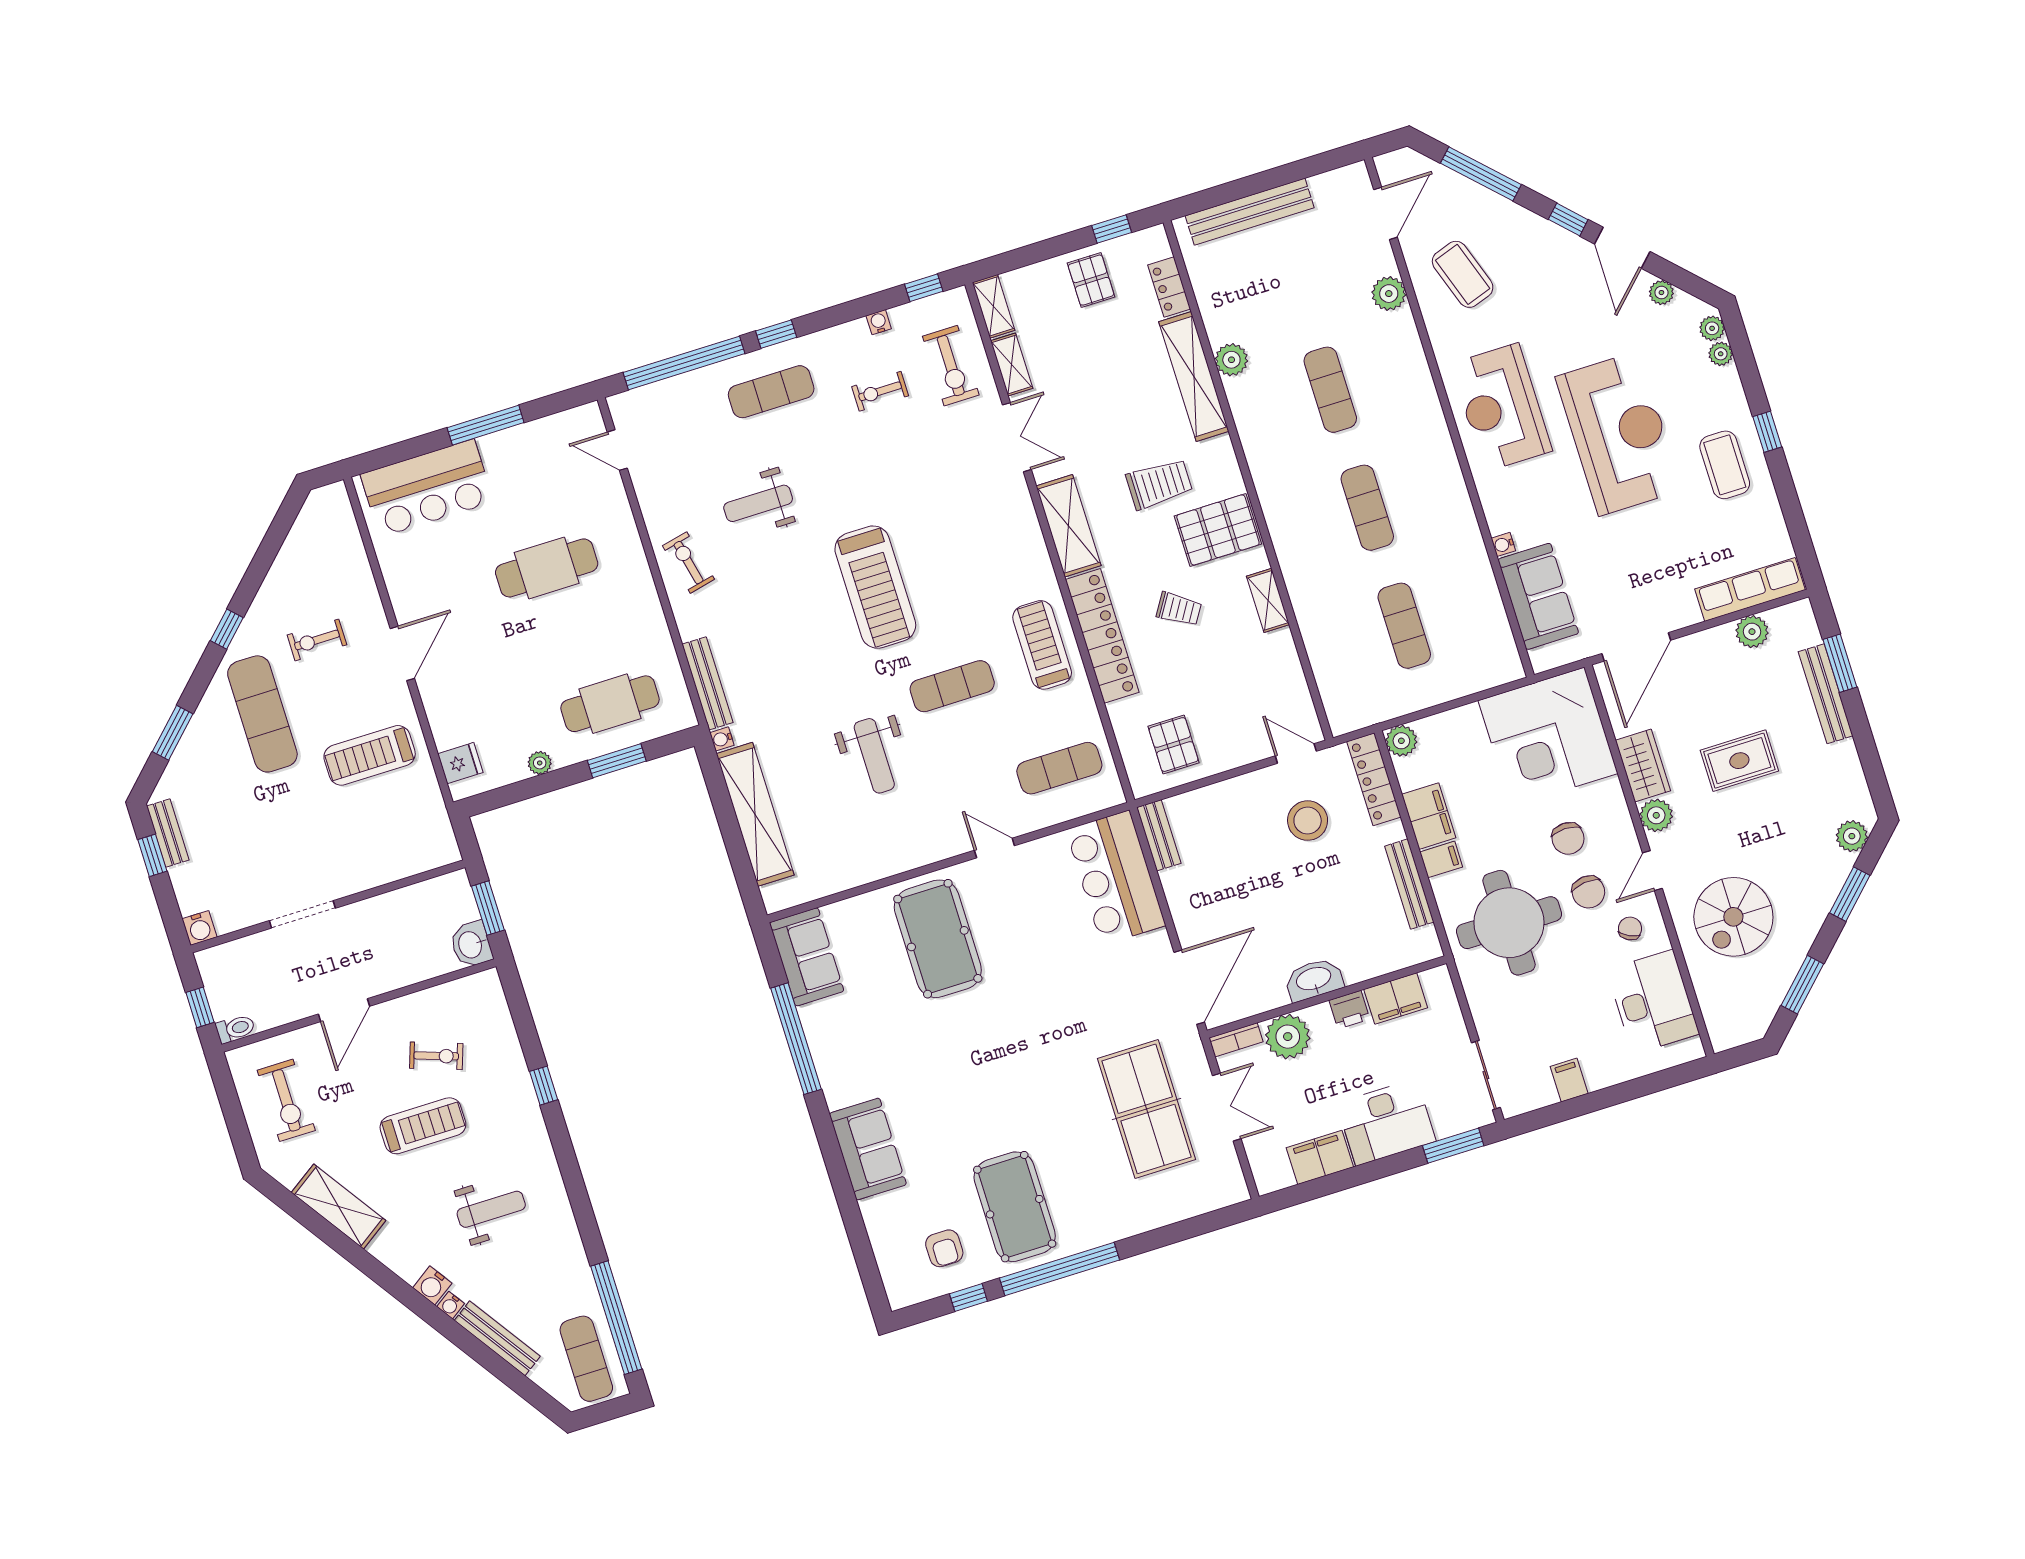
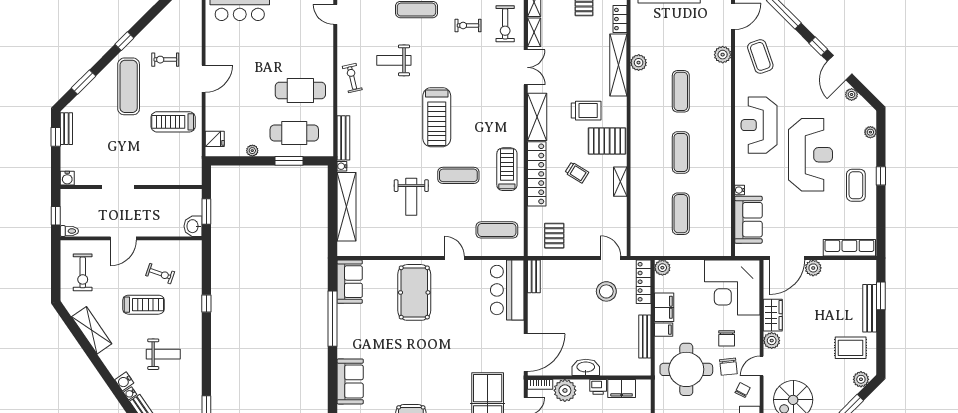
plant: (1712, 328) -> (870, 119), removed
cafe table: (547, 568) -> (300, 90), moved
plant: (1752, 632) -> (813, 268), moved
rug: (1739, 761) -> (851, 348), moved

